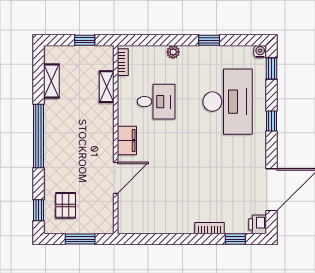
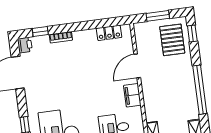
pallet: (66, 205) -> (172, 40), width x1.50, depth x1.42
locker: (146, 226) -> (109, 33), added

